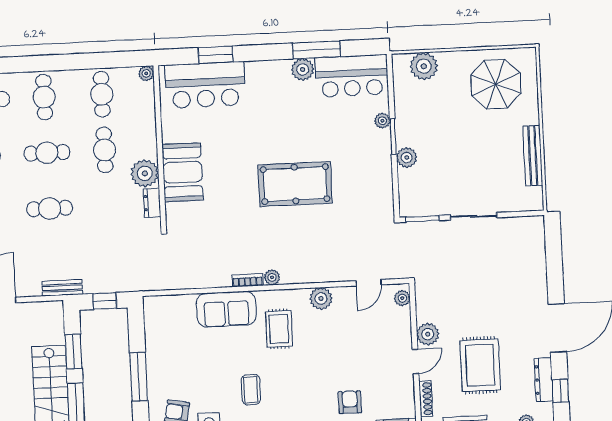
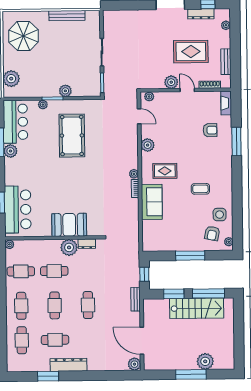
cafe table: (44, 97) -> (21, 306), turned 90
pool table: (295, 184) -> (72, 136), moved
armchair: (350, 402) -> (210, 130), turned 180

